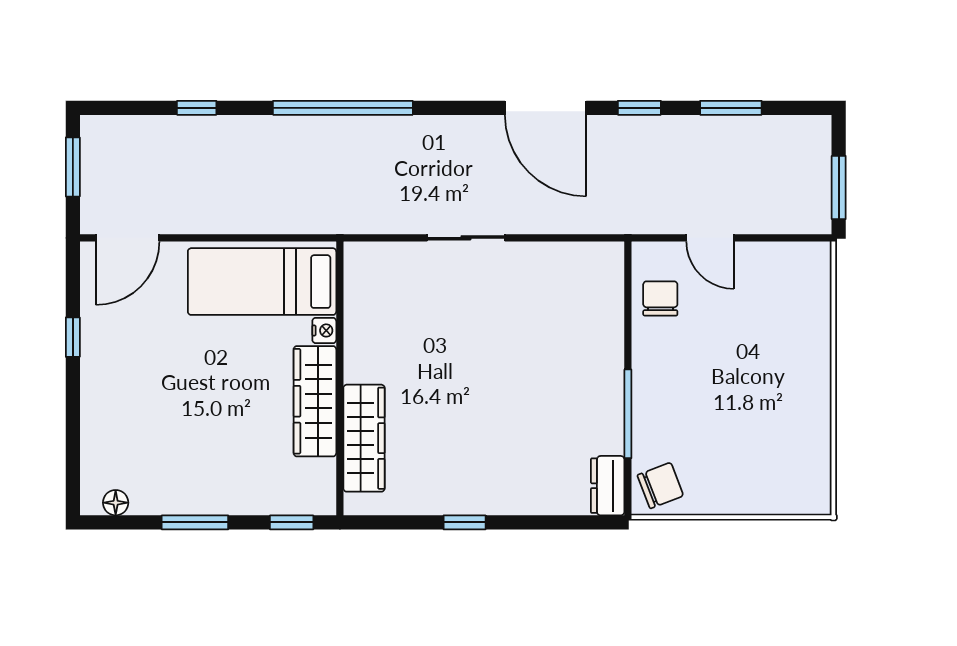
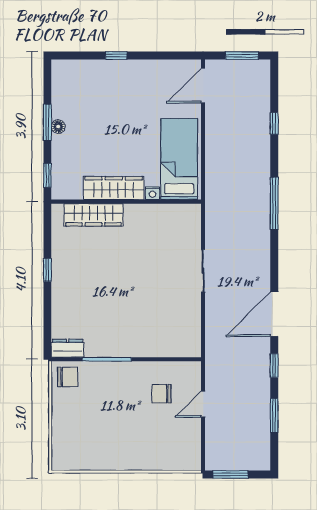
window: (343, 108) -> (274, 203), width x0.68
door: (128, 238) -> (203, 86), hinge flipped
chair: (660, 298) -> (161, 394), moved, turned 180
window: (73, 337) -> (116, 56), moved
chair: (660, 485) -> (68, 377), turned -69
floor lamp: (116, 503) -> (58, 127), moved

